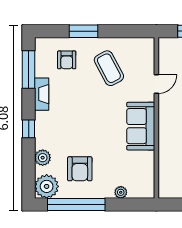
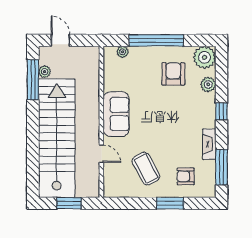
armchair: (67, 60) -> (186, 176), turned -90
door: (156, 84) -> (101, 154), swing flipped
plant: (121, 192) -> (123, 52), moved
window: (76, 204) -> (156, 40), moved

